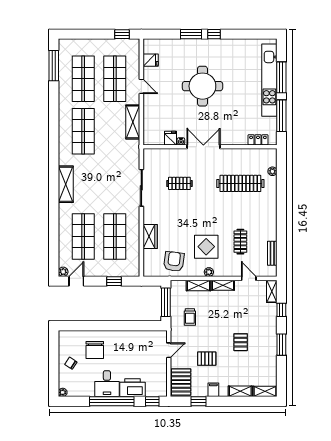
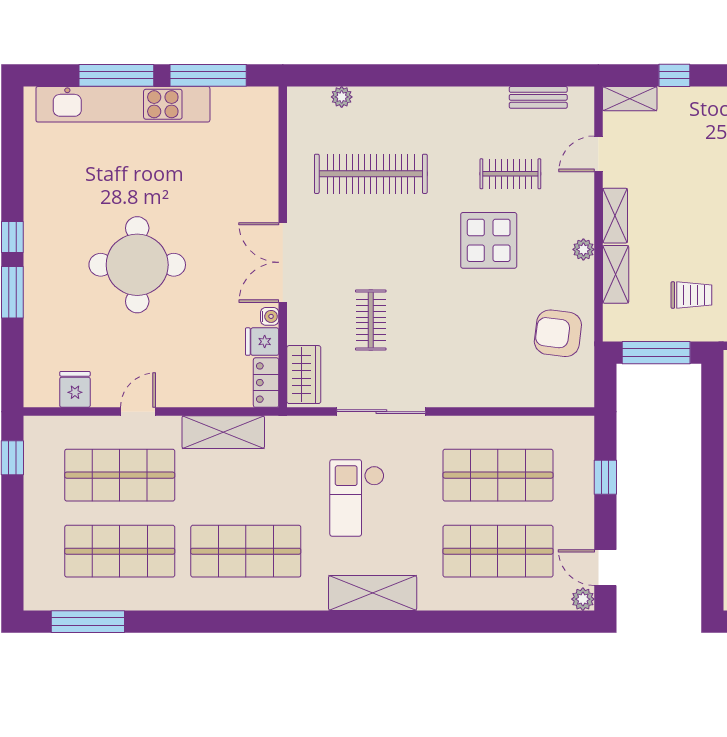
locker: (258, 140) -> (266, 383), moved
checkout: (105, 178) -> (357, 498), added
clothes rail: (240, 183) -> (371, 174), turned 90
wardrobe: (150, 237) -> (304, 375), moved, turned 90
display table: (206, 247) -> (489, 240), moved

